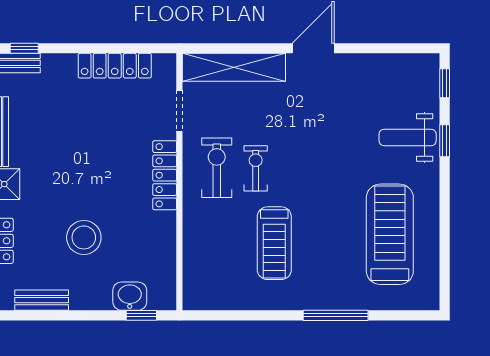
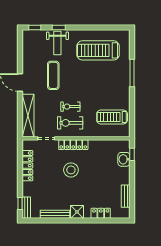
exercise mat: (330, 128) -> (53, 75), added
stool: (84, 237) -> (71, 170), moved
treadmill: (274, 243) -> (112, 117), moved, turned 180

